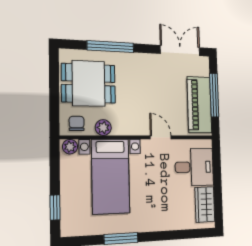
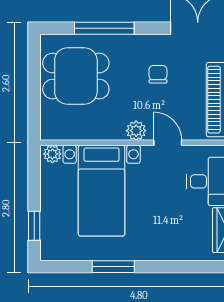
chair: (77, 123) -> (158, 74), moved
plant: (103, 128) -> (136, 131), moved

